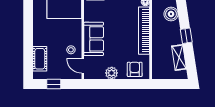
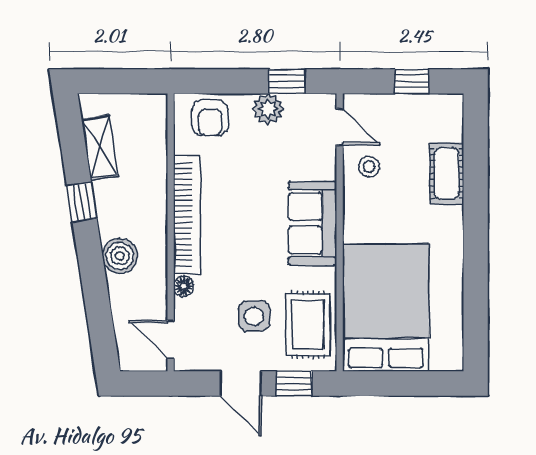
sofa: (94, 39) -> (313, 223), moved
cot: (40, 59) -> (447, 173), moved
window: (104, 84) -> (287, 81), added

